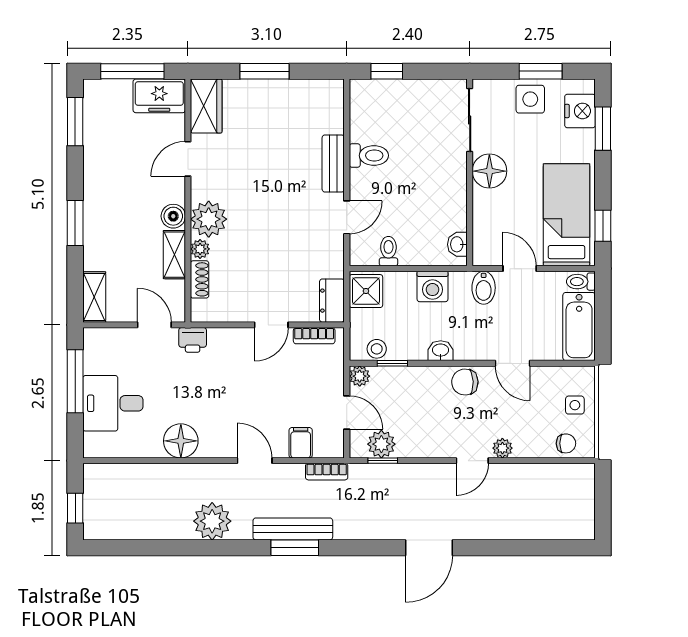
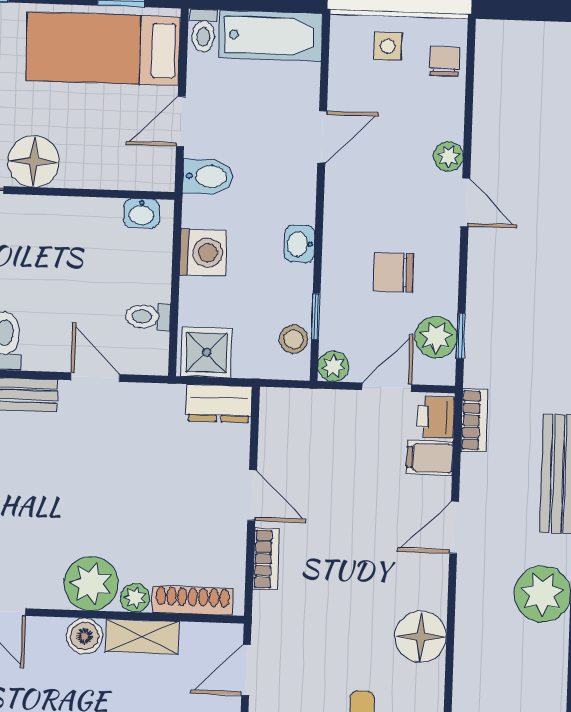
shoe rack: (200, 279) -> (193, 601), width x1.43
bookcase: (314, 336) -> (266, 559), moved
printer: (193, 340) -> (435, 417), moved, turned 180
chair: (465, 382) -> (393, 272), moved, turned 92

